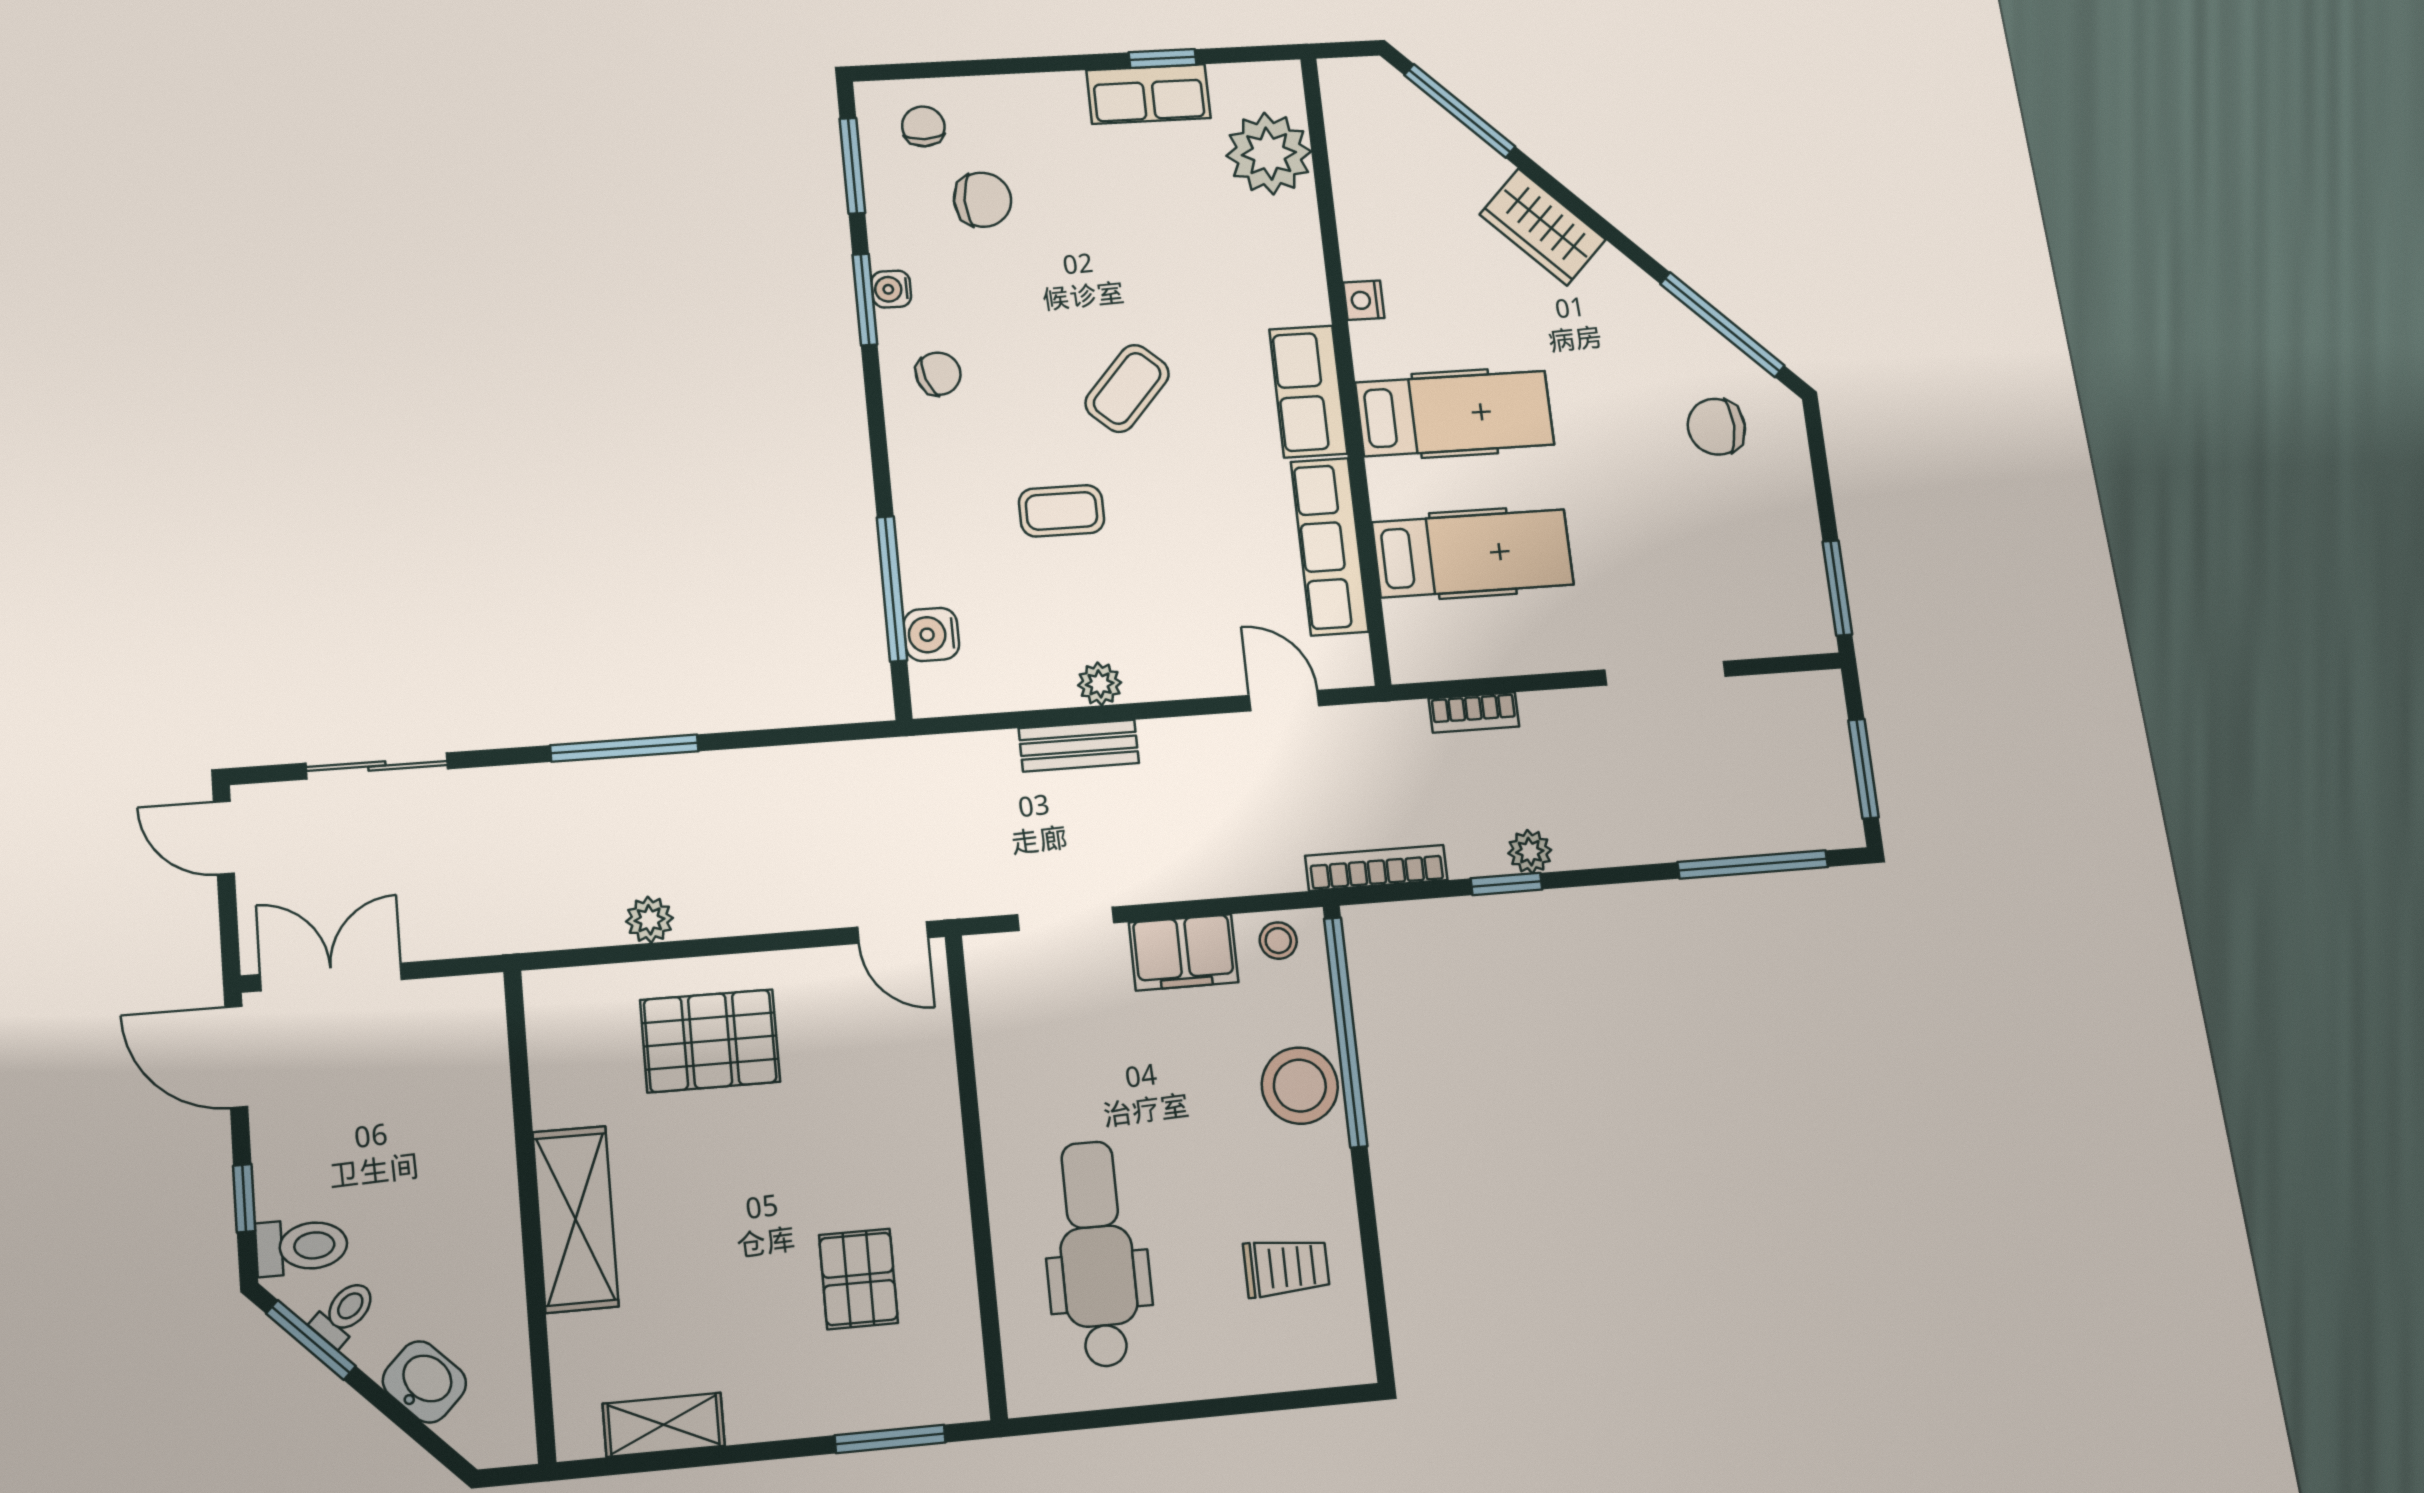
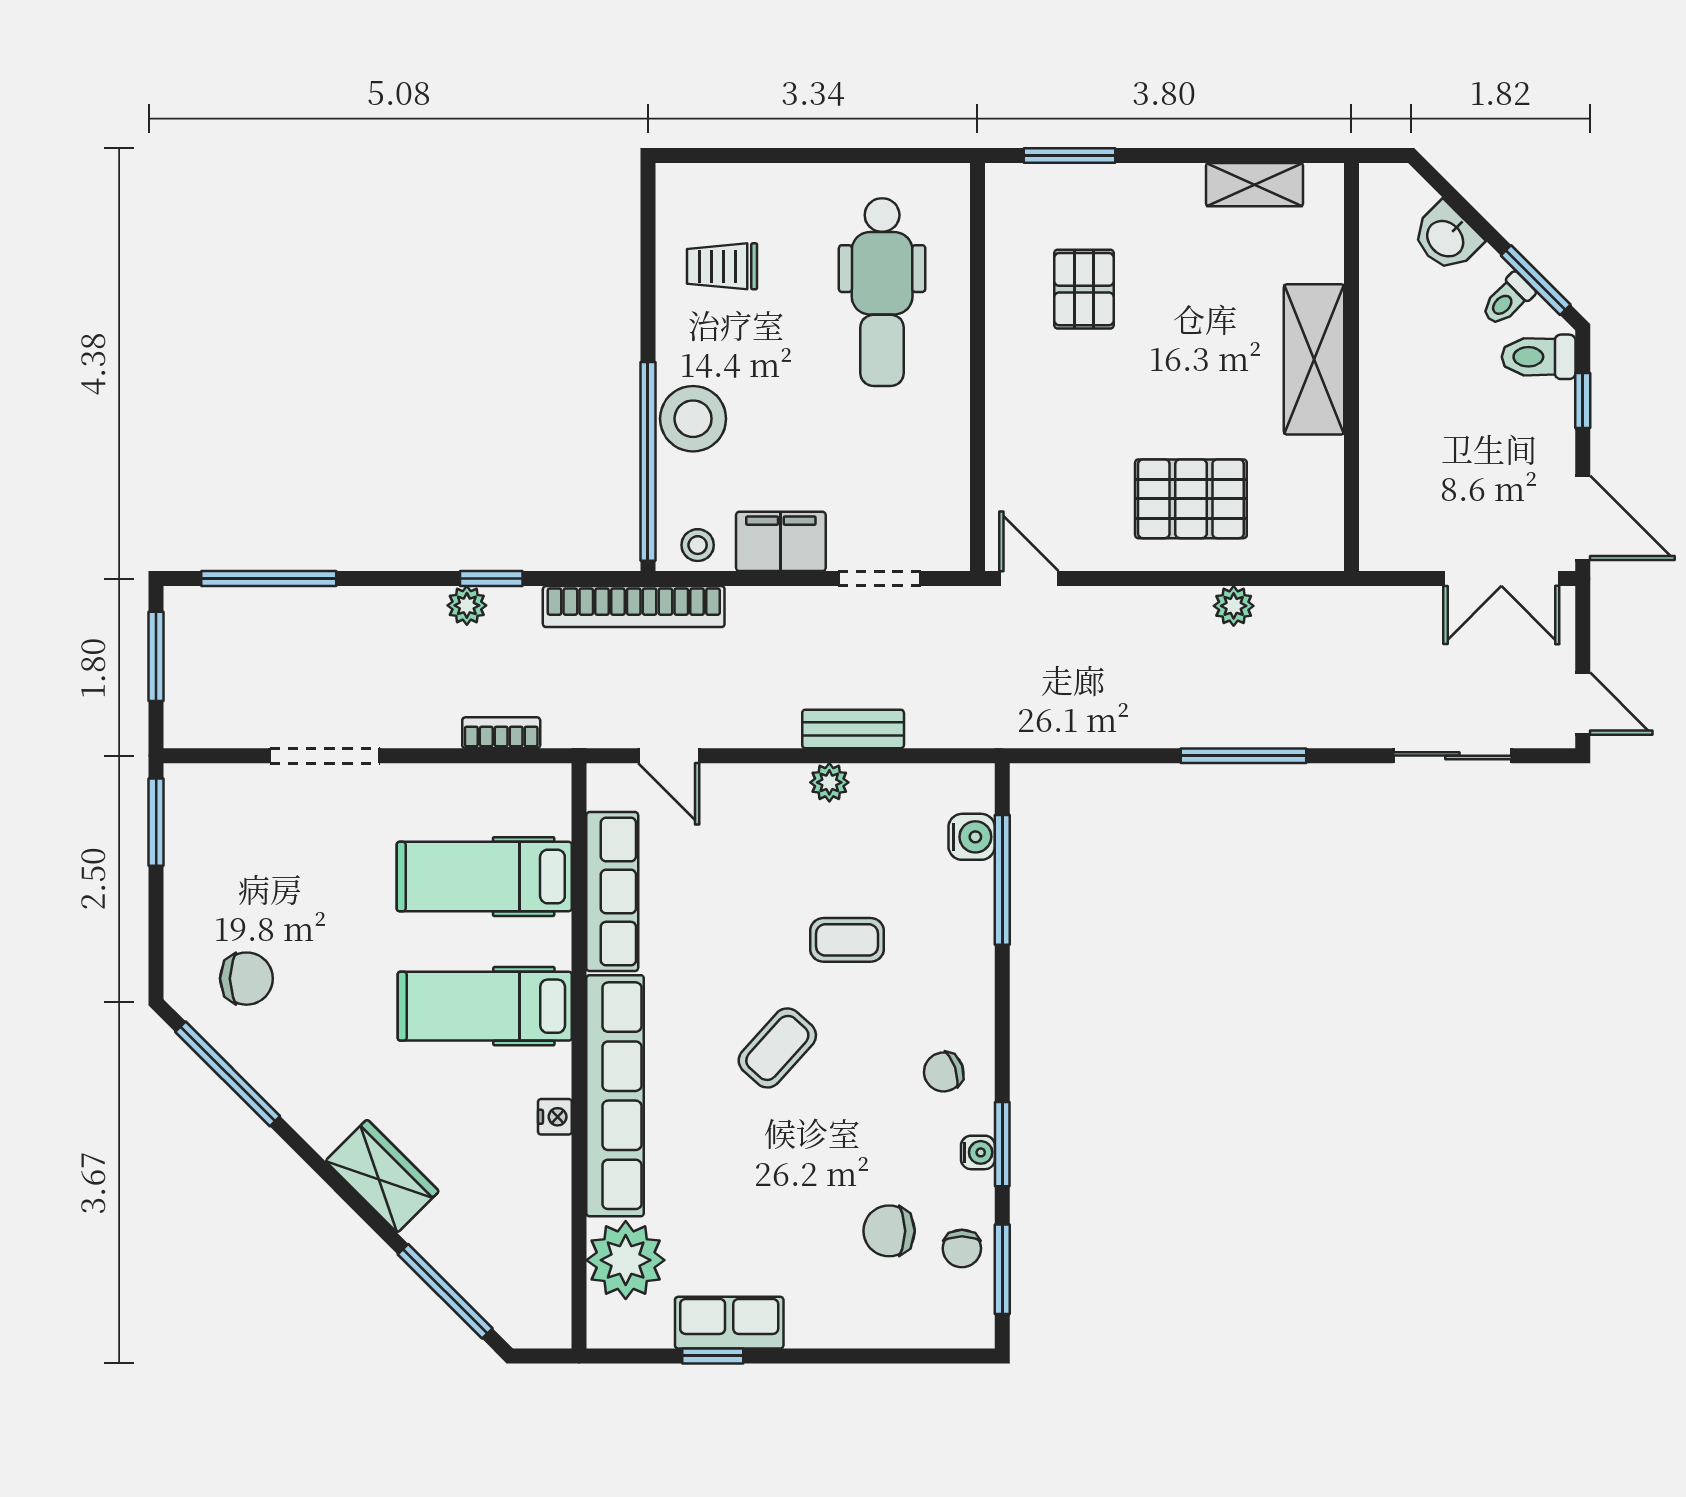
chair: (923, 126) -> (962, 1248), moved
row of seats: (1308, 392) -> (615, 1096), width x2.02
bookcase: (1376, 868) -> (634, 607), width x1.48, depth x1.31

